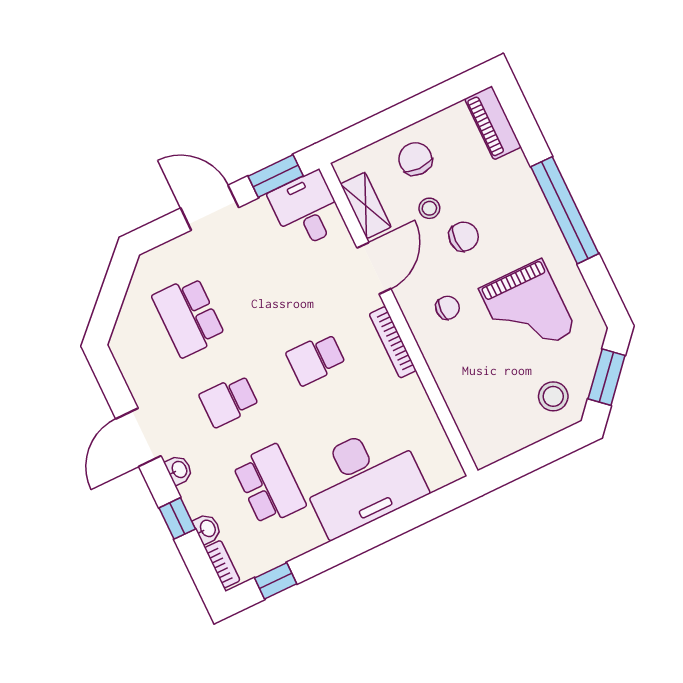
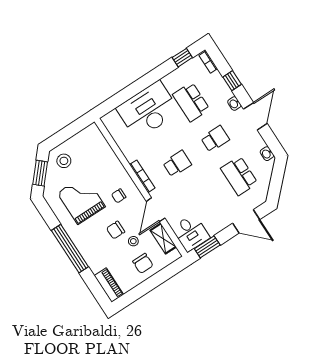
door: (210, 208) -> (246, 221), moved
school desk: (189, 317) -> (239, 176), turned 180
washbasin: (207, 529) -> (267, 154), moved

